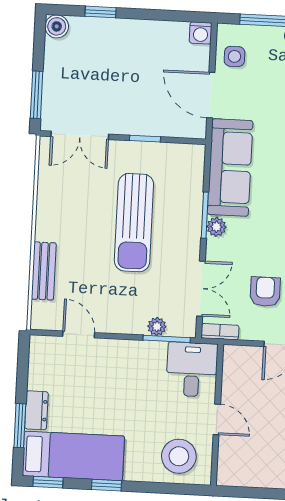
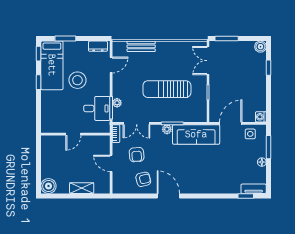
armchair: (265, 292) -> (137, 155), turned 85
desk: (192, 370) -> (97, 108), moved
dresser: (36, 410) -> (98, 46), moved
stool: (179, 456) -> (77, 80), moved

